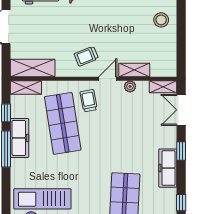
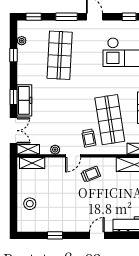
shelving: (134, 70) -> (32, 163), moved
freezer: (168, 168) -> (24, 100), moved

